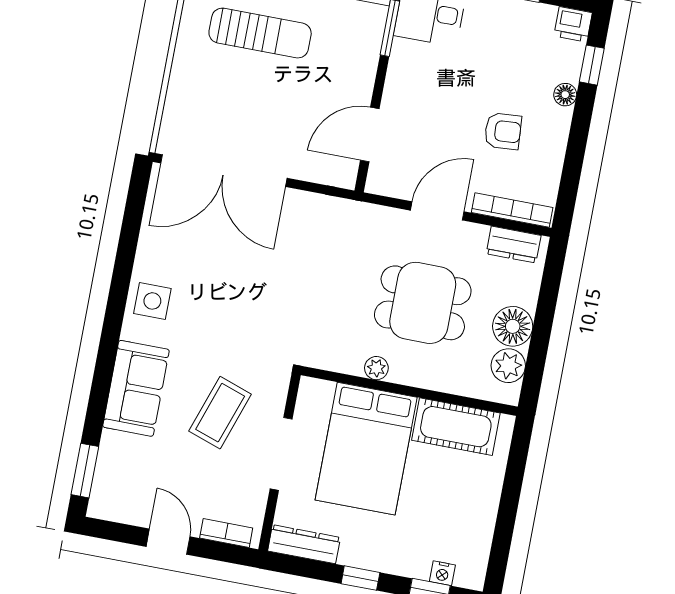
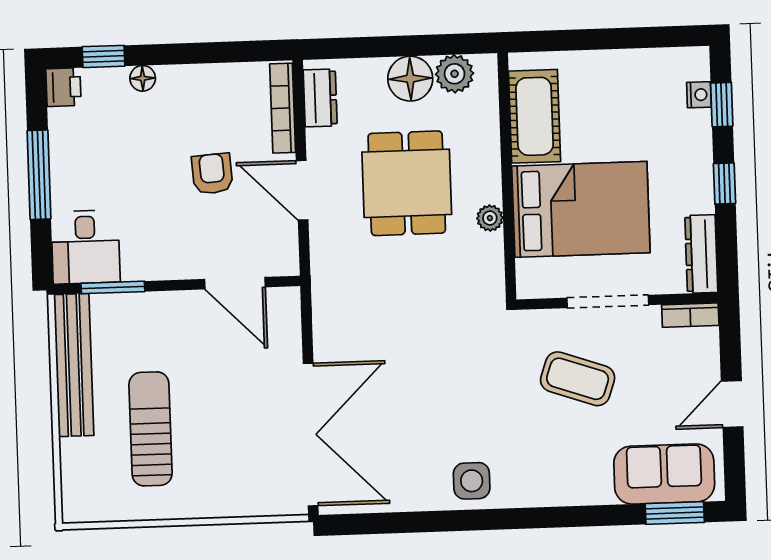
armchair: (503, 131) -> (212, 174), moved
sofa: (136, 388) -> (664, 474), moved
bookcase: (226, 533) -> (690, 315), moved, turned -90

